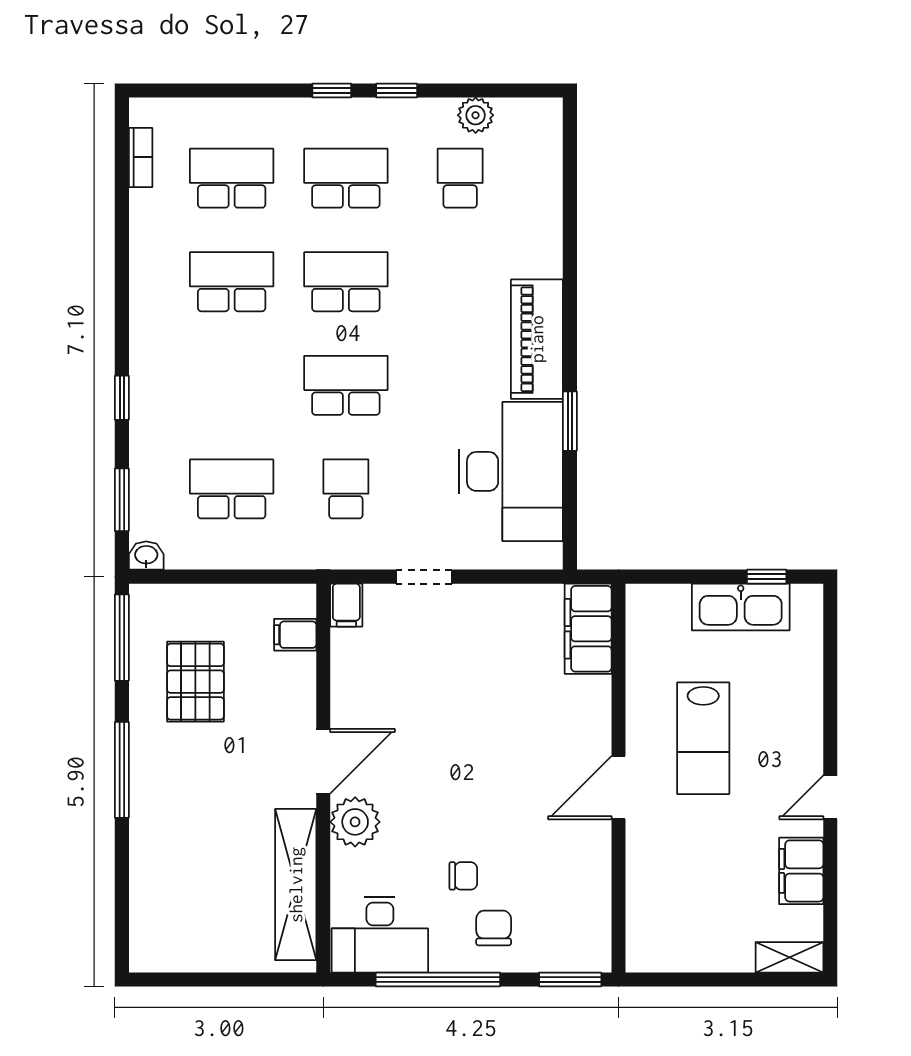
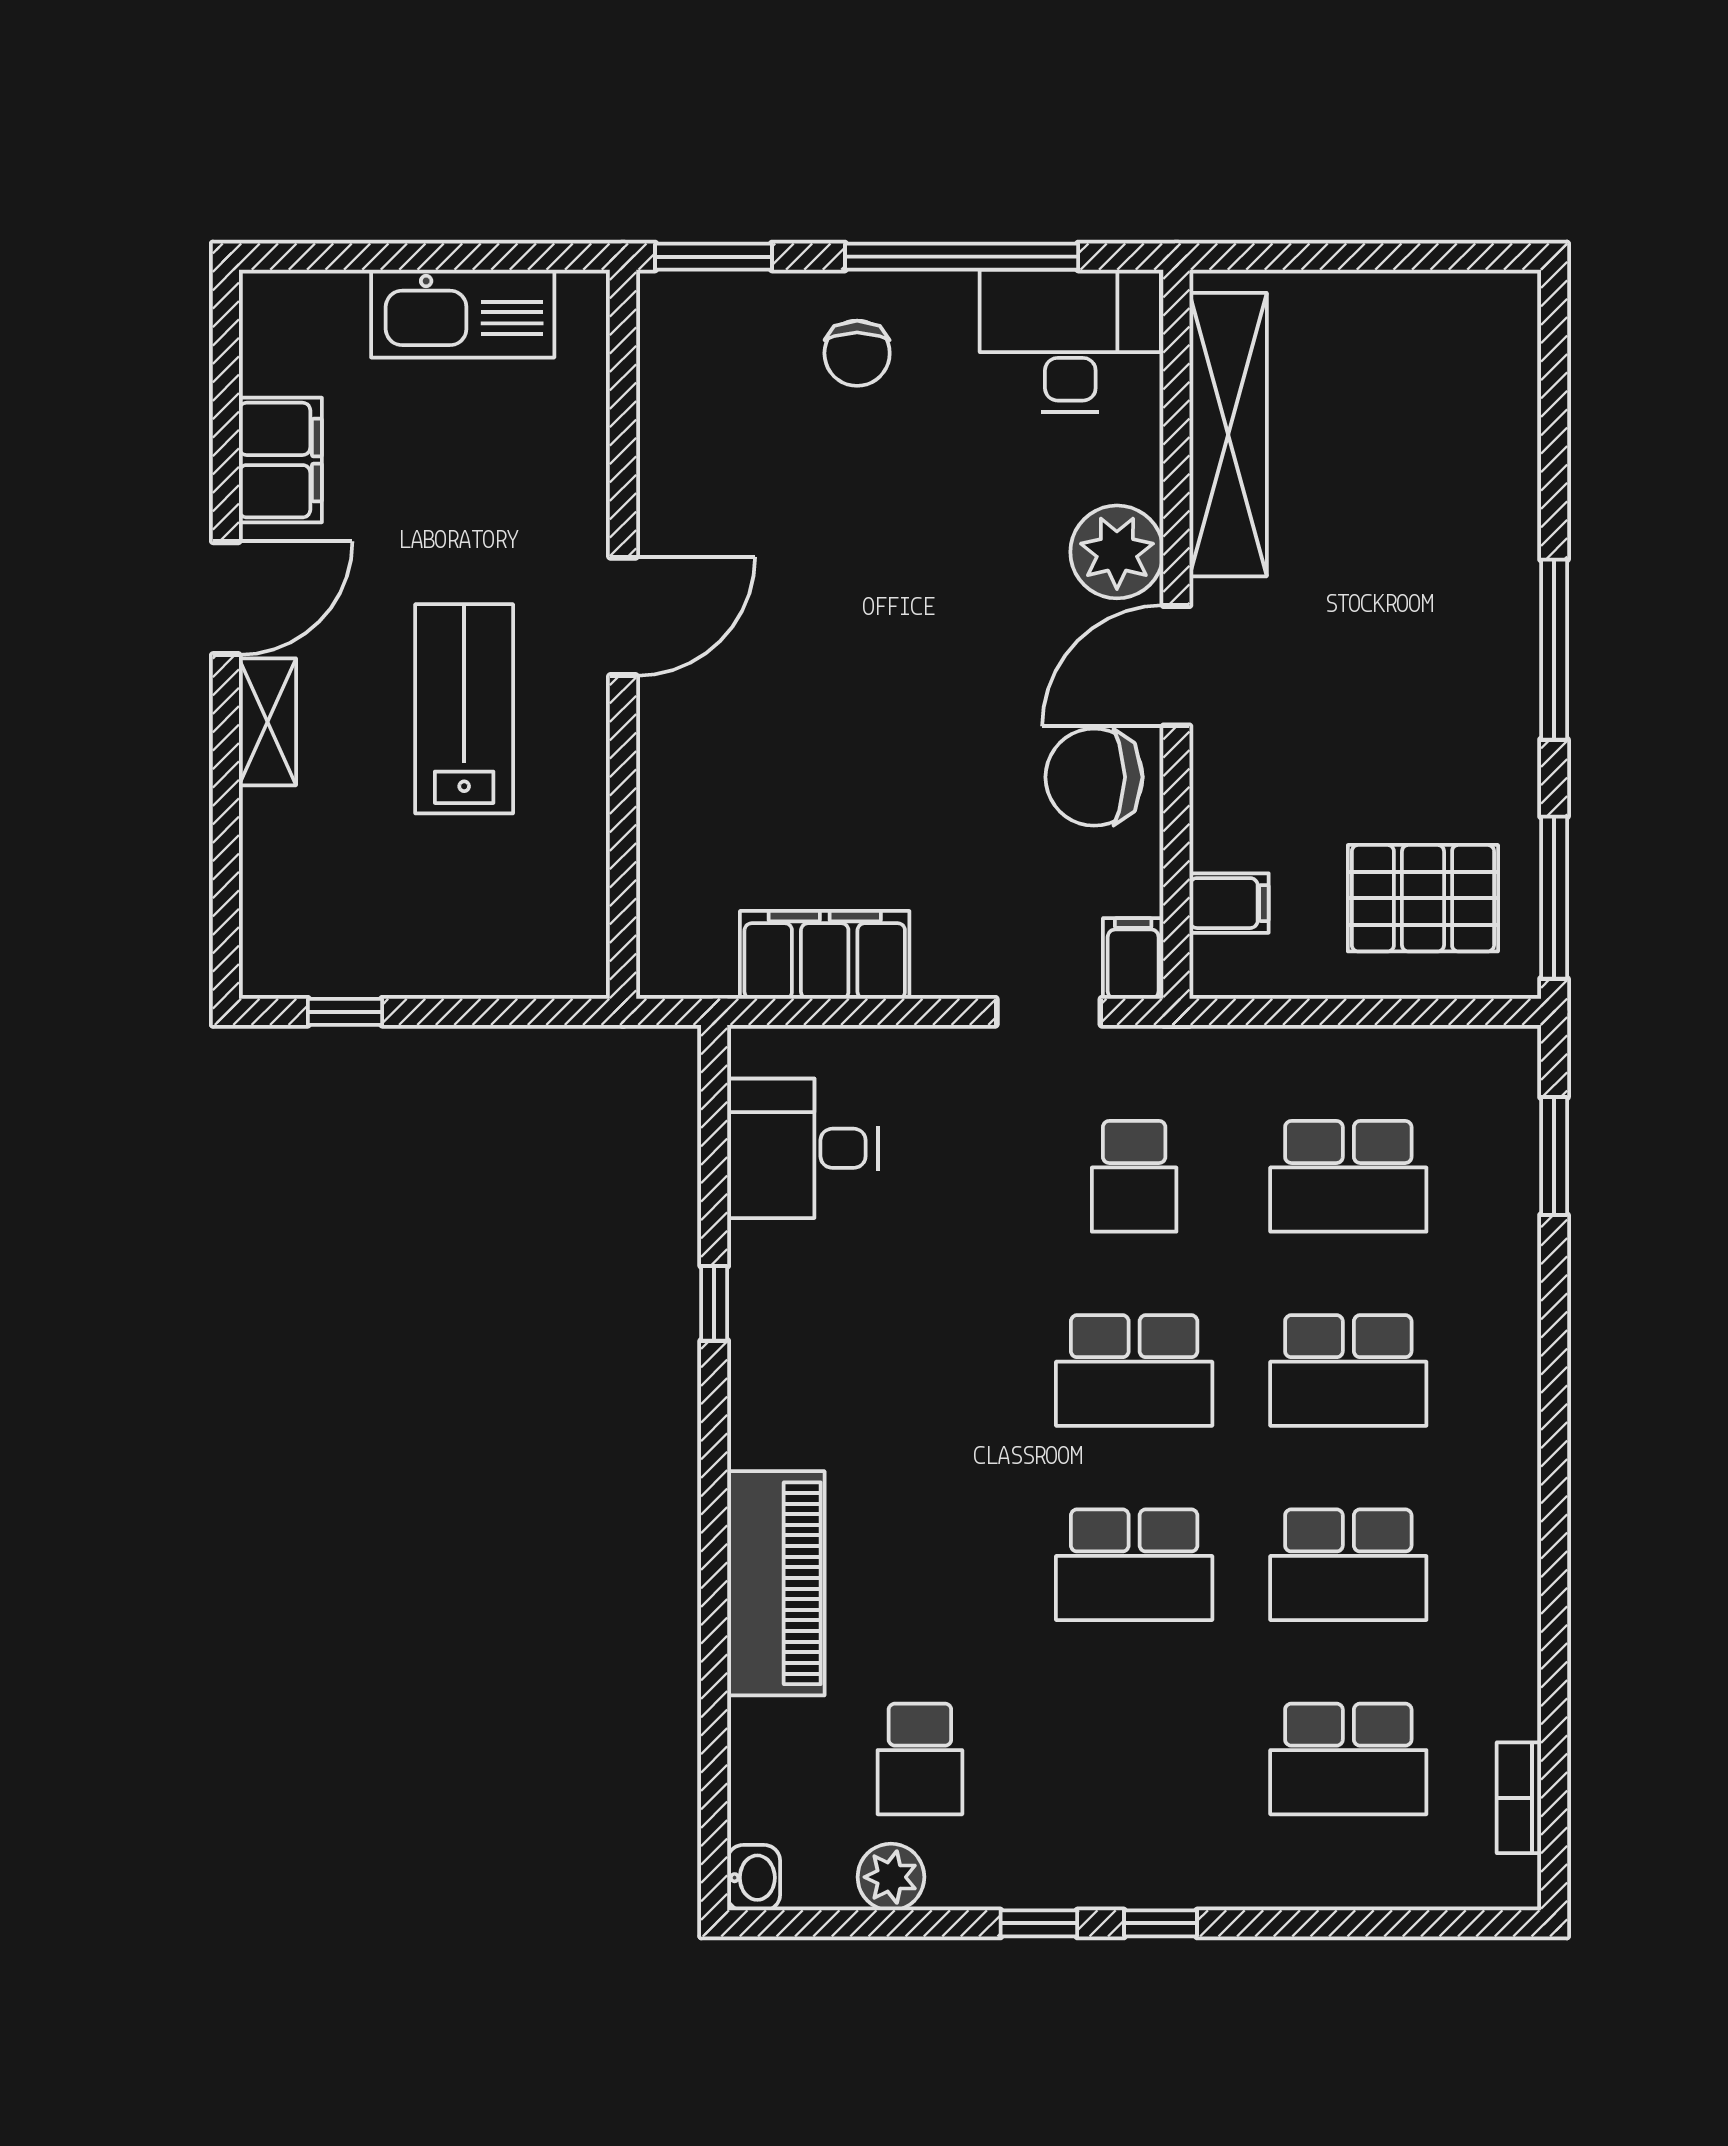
school desk: (346, 178) -> (1348, 1371), moved
piano: (537, 339) -> (776, 1583), moved
window: (122, 398) -> (1554, 1347), removed
window: (570, 421) -> (714, 1303), width x0.67
desk: (511, 471) -> (802, 1148), width x0.53, depth x0.77
washbasin: (146, 556) -> (754, 1878), moved, turned -90
doorway: (424, 577) -> (1049, 1012), moved
kitchen sink: (741, 607) -> (463, 314), moved, turned 180
filing cabinet: (588, 629) -> (825, 955), moved, turned -90
pallet: (195, 682) -> (1423, 898), moved, turned 90
door: (830, 797) -> (226, 598), width x1.38
chair: (463, 876) -> (1094, 777), moved, width x1.87, depth x1.87
shelving: (789, 957) -> (267, 722), moved, turned 90

